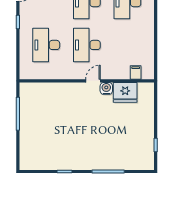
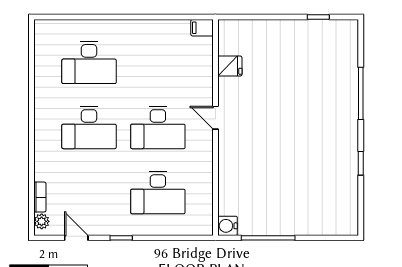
filing cabinet: (136, 73) -> (202, 28), moved
water cooler: (106, 88) -> (227, 226), moved
fridge: (125, 92) -> (230, 66), width x0.53, depth x0.75

